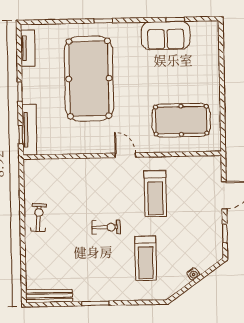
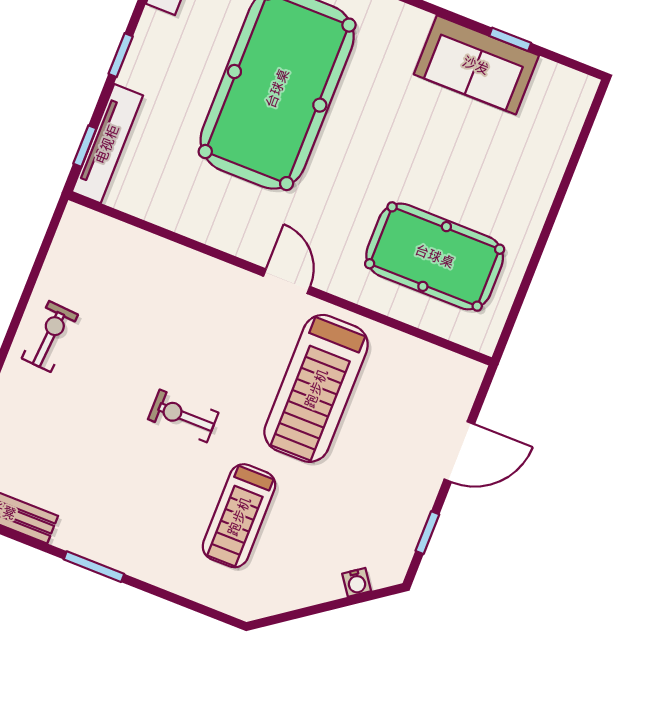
treadmill: (155, 194) -> (316, 388), width x1.37, depth x1.38
exercise bike: (106, 227) -> (183, 416), turned 180
water cooler: (193, 274) -> (357, 582), moved

